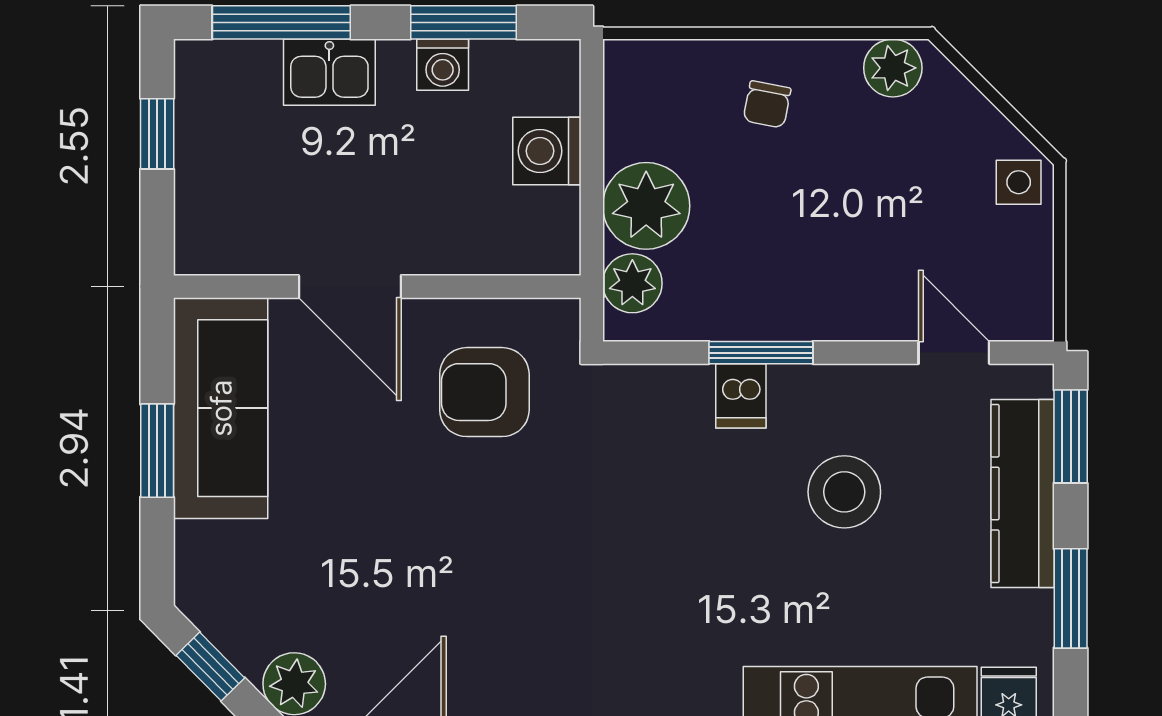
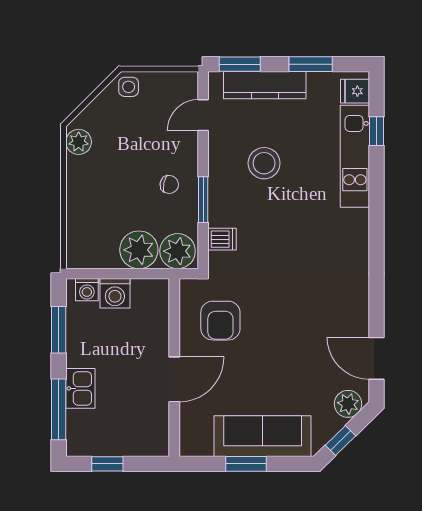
washing machine: (443, 65) -> (87, 290), moved, turned 90
chair: (767, 104) -> (169, 184), moved
plant: (632, 283) -> (178, 251), width x1.36, depth x1.36
dishwasher: (741, 396) -> (222, 239), moved
sofa: (221, 408) -> (263, 436), moved

